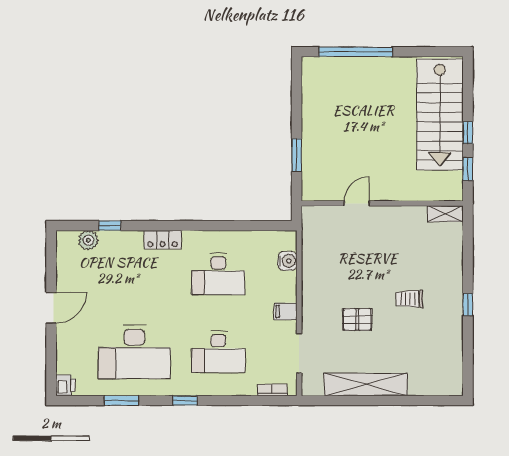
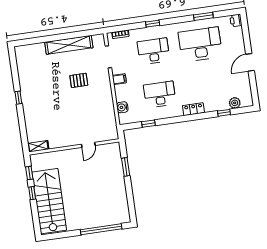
window: (246, 226) -> (148, 124), added
trolley: (409, 299) -> (51, 96), removed
window: (185, 401) -> (153, 24), moved

